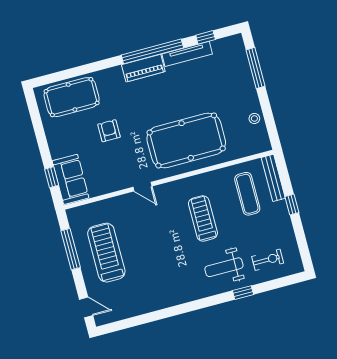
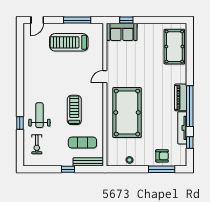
armchair: (109, 131) -> (162, 156), moved
treadmill: (203, 218) -> (74, 110), turned -90
treadmill: (106, 253) -> (69, 42), turned 180

